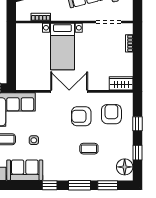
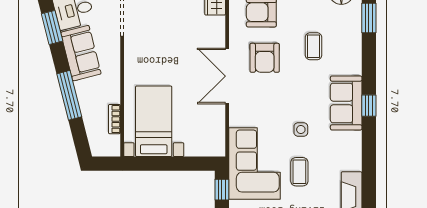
bed with nightstands: (62, 47) -> (154, 121), moved, turned -90
sofa: (25, 170) -> (346, 103), moved
window: (80, 185) -> (369, 60), removed

